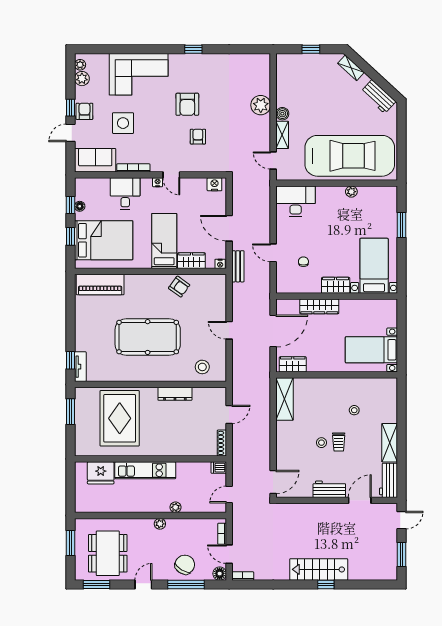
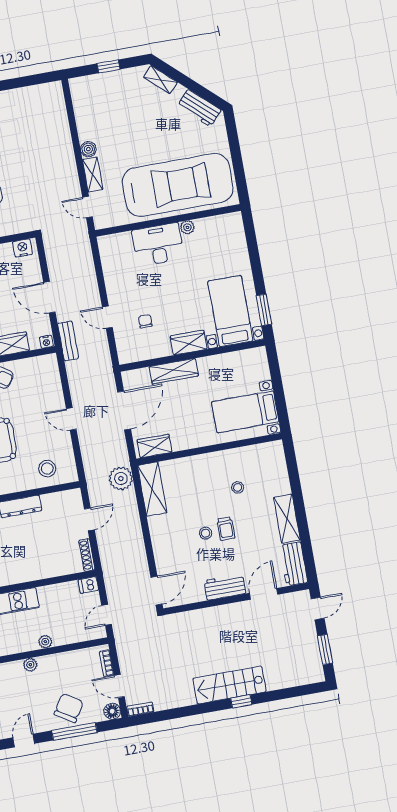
plant: (261, 105) -> (121, 479), moved
desk: (296, 201) -> (158, 245), moved
window: (401, 225) -> (264, 310), moved

